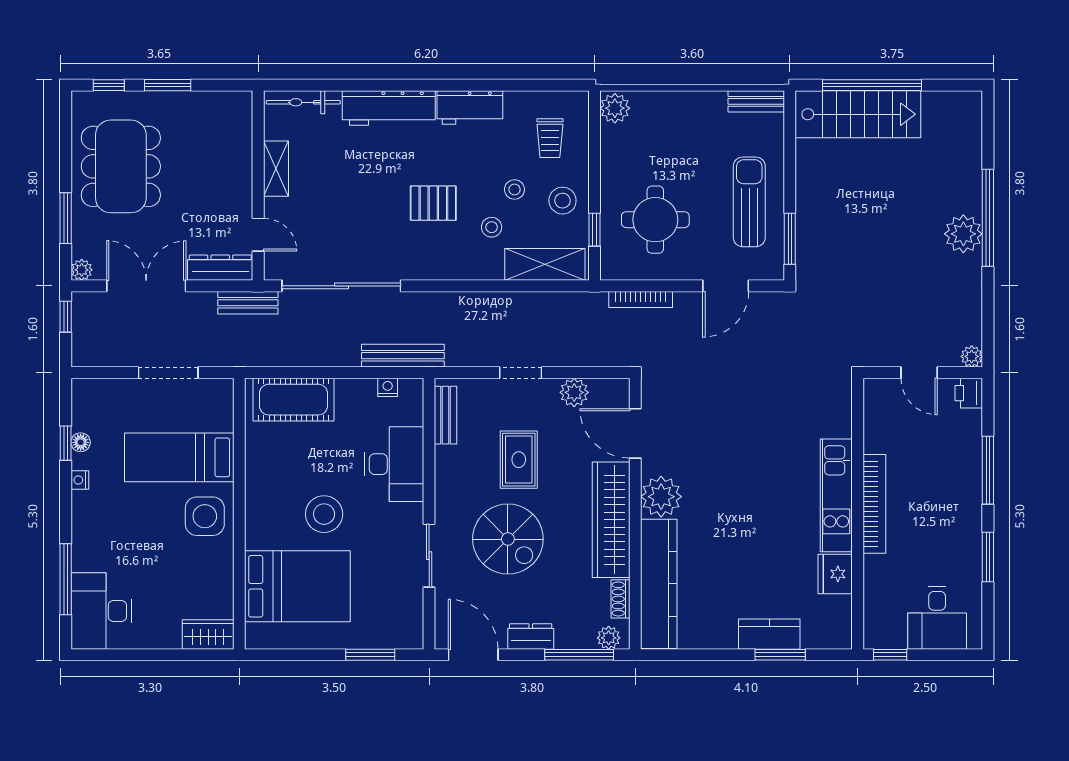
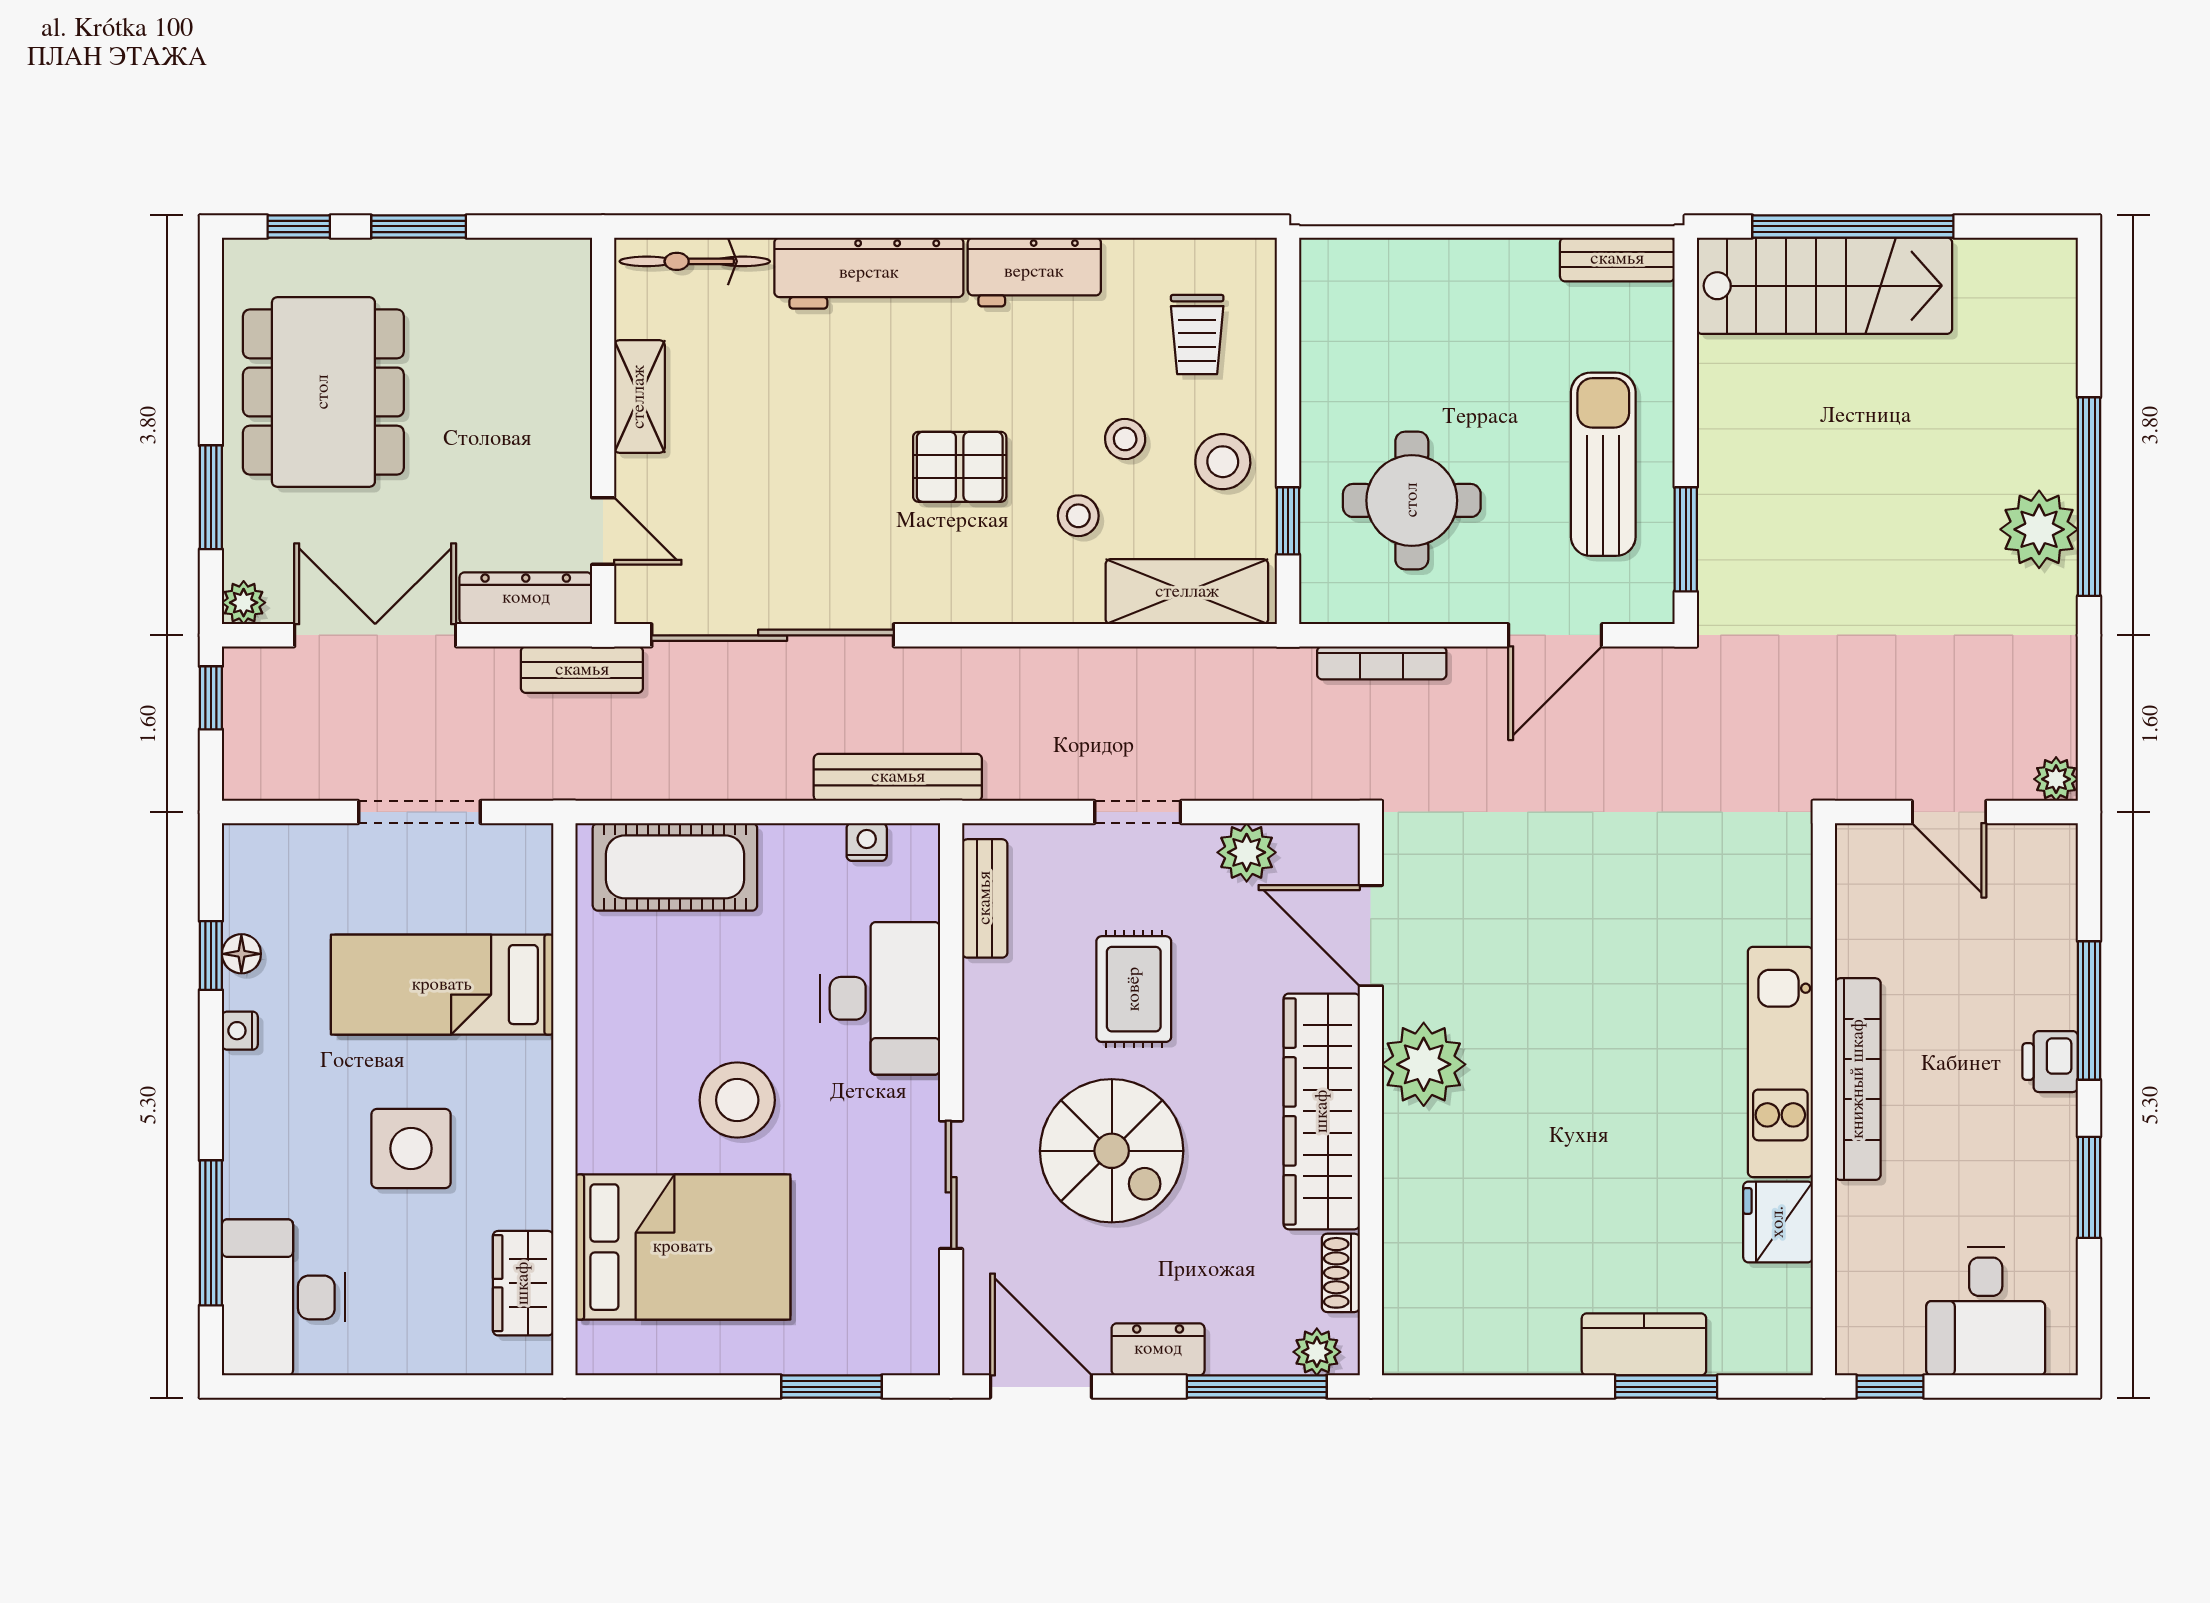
plant: (615, 108) -> (1330, 274), removed
printer: (969, 393) -> (2050, 1062), moved
side table: (205, 516) -> (411, 1148), moved
kitchen counter: (659, 584) -> (1419, 1242), removed
wardrobe: (208, 634) -> (523, 1283), moved, turned -90

